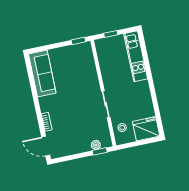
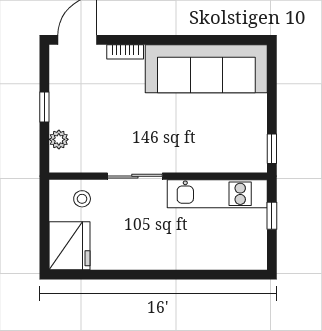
kitchen unit: (136, 56) -> (217, 194), moved, turned 180
sofa: (42, 74) -> (206, 69), width x1.36, depth x1.27
window: (100, 151) -> (44, 107), moved

